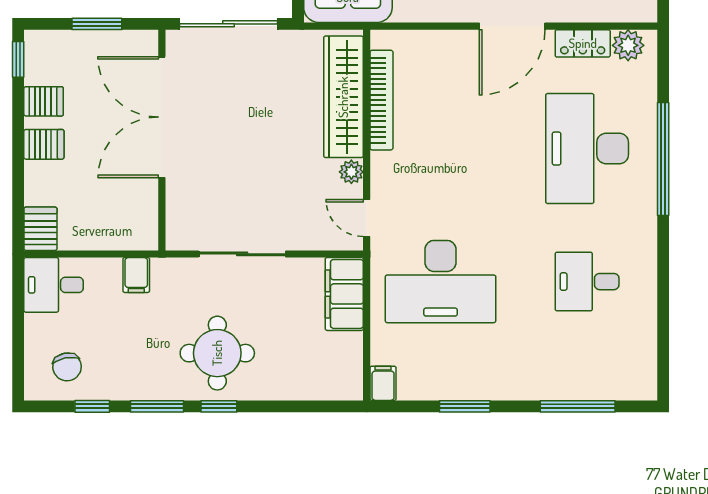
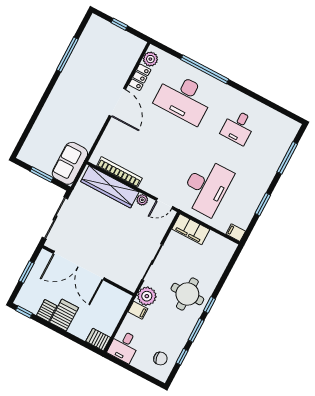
server rack: (44, 144) -> (64, 315), width x1.36, depth x1.44
plant: (172, 278) -> (147, 296), added

